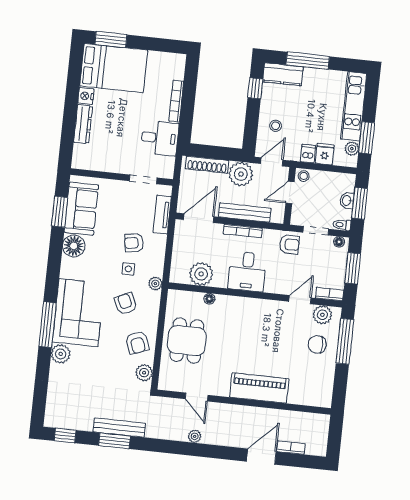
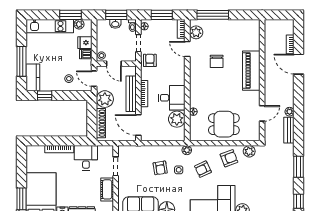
cot: (111, 164) -> (107, 189), added
tv unit: (162, 215) -> (139, 151), removed
desk: (247, 271) -> (172, 98), moved
chair: (317, 344) -> (217, 61), moved
bench: (119, 428) -> (289, 130), moved, width x0.73

